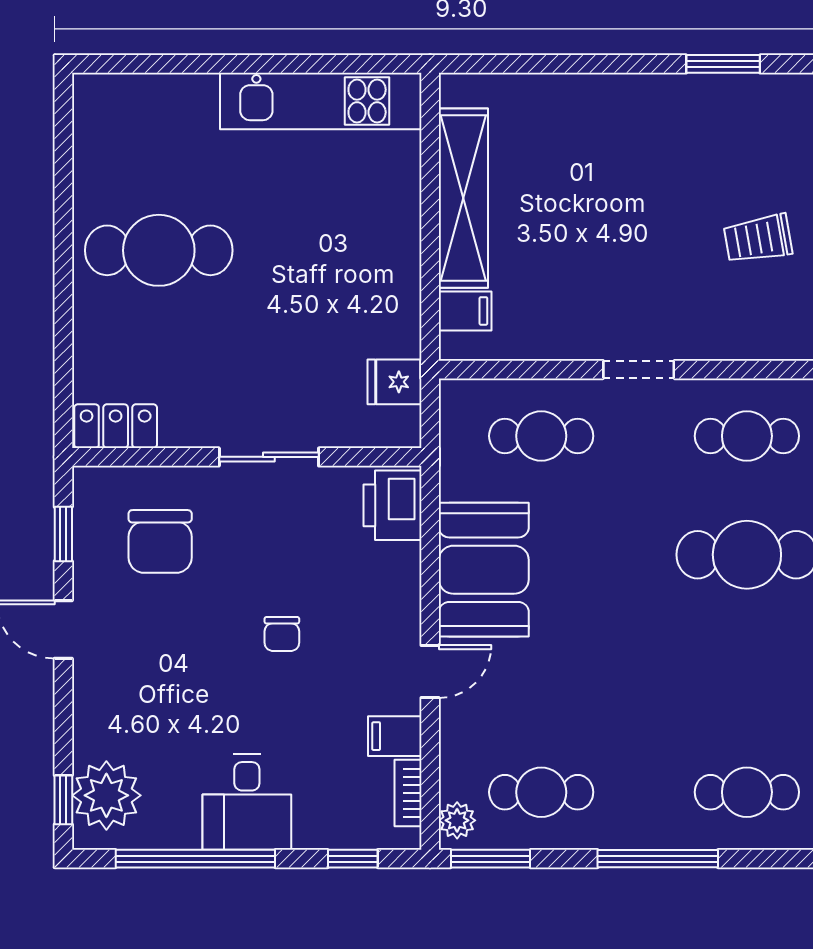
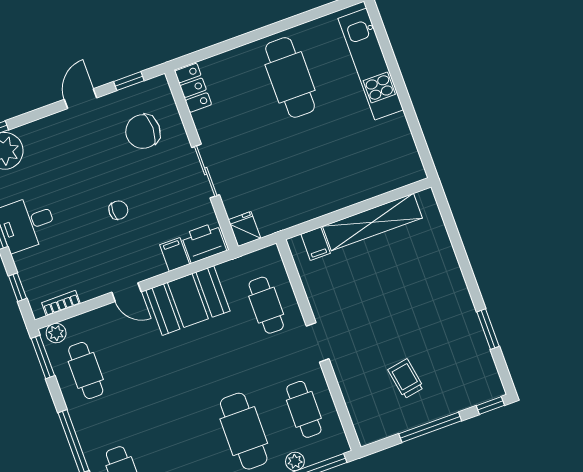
kitchen unit: (321, 101) -> (371, 64), moved
fridge: (395, 382) -> (245, 229), moved
chair: (282, 634) -> (118, 210), turned 180
filing cabinet: (395, 736) -> (175, 254), moved

